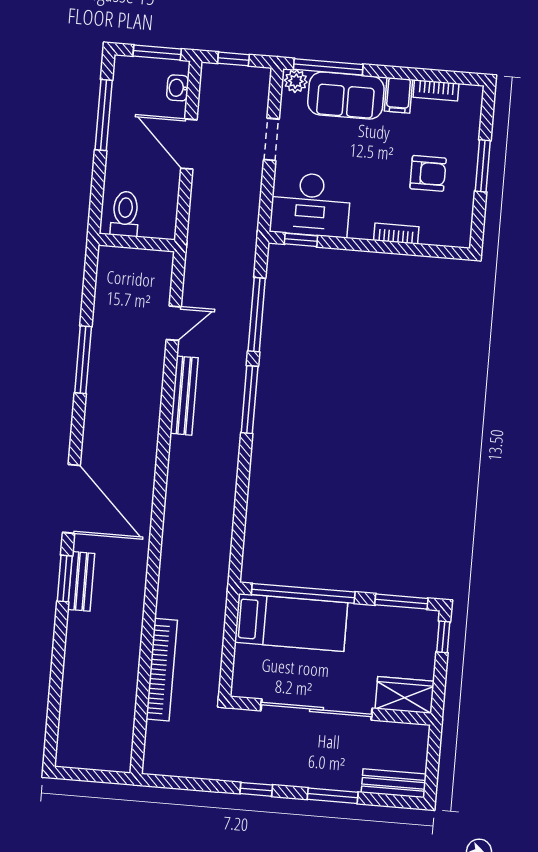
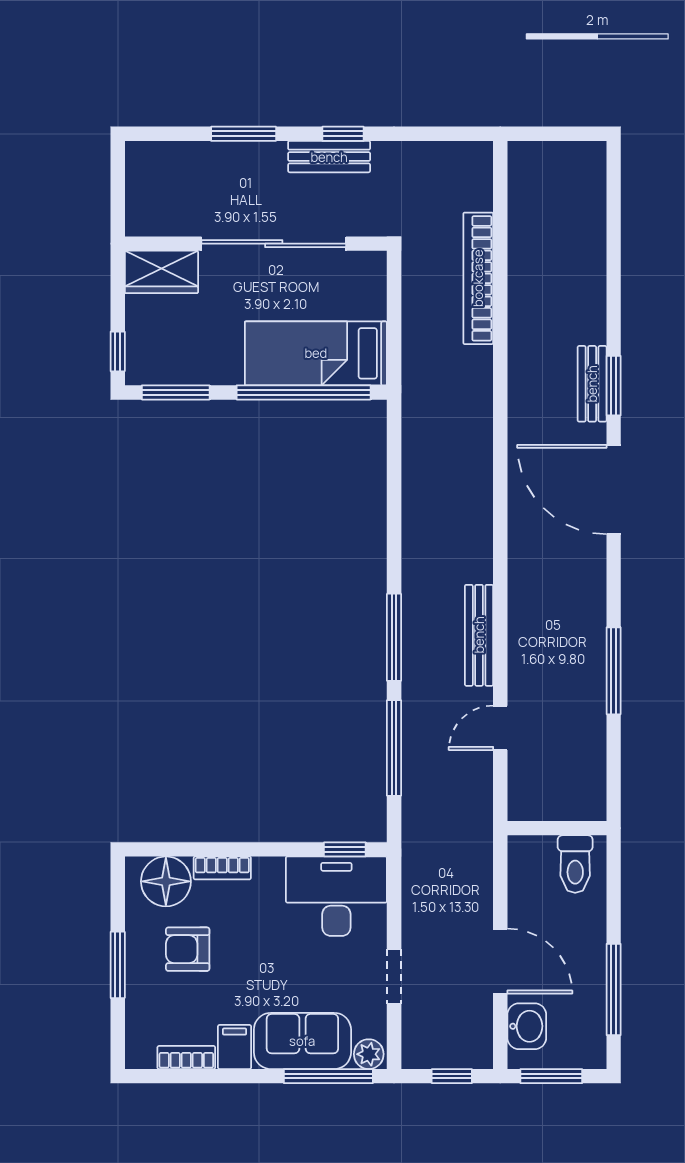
washbasin: (178, 88) -> (527, 1026), width x1.38, depth x1.45
floor lamp: (440, 227) -> (166, 881), added
bench: (394, 783) -> (329, 157), moved

